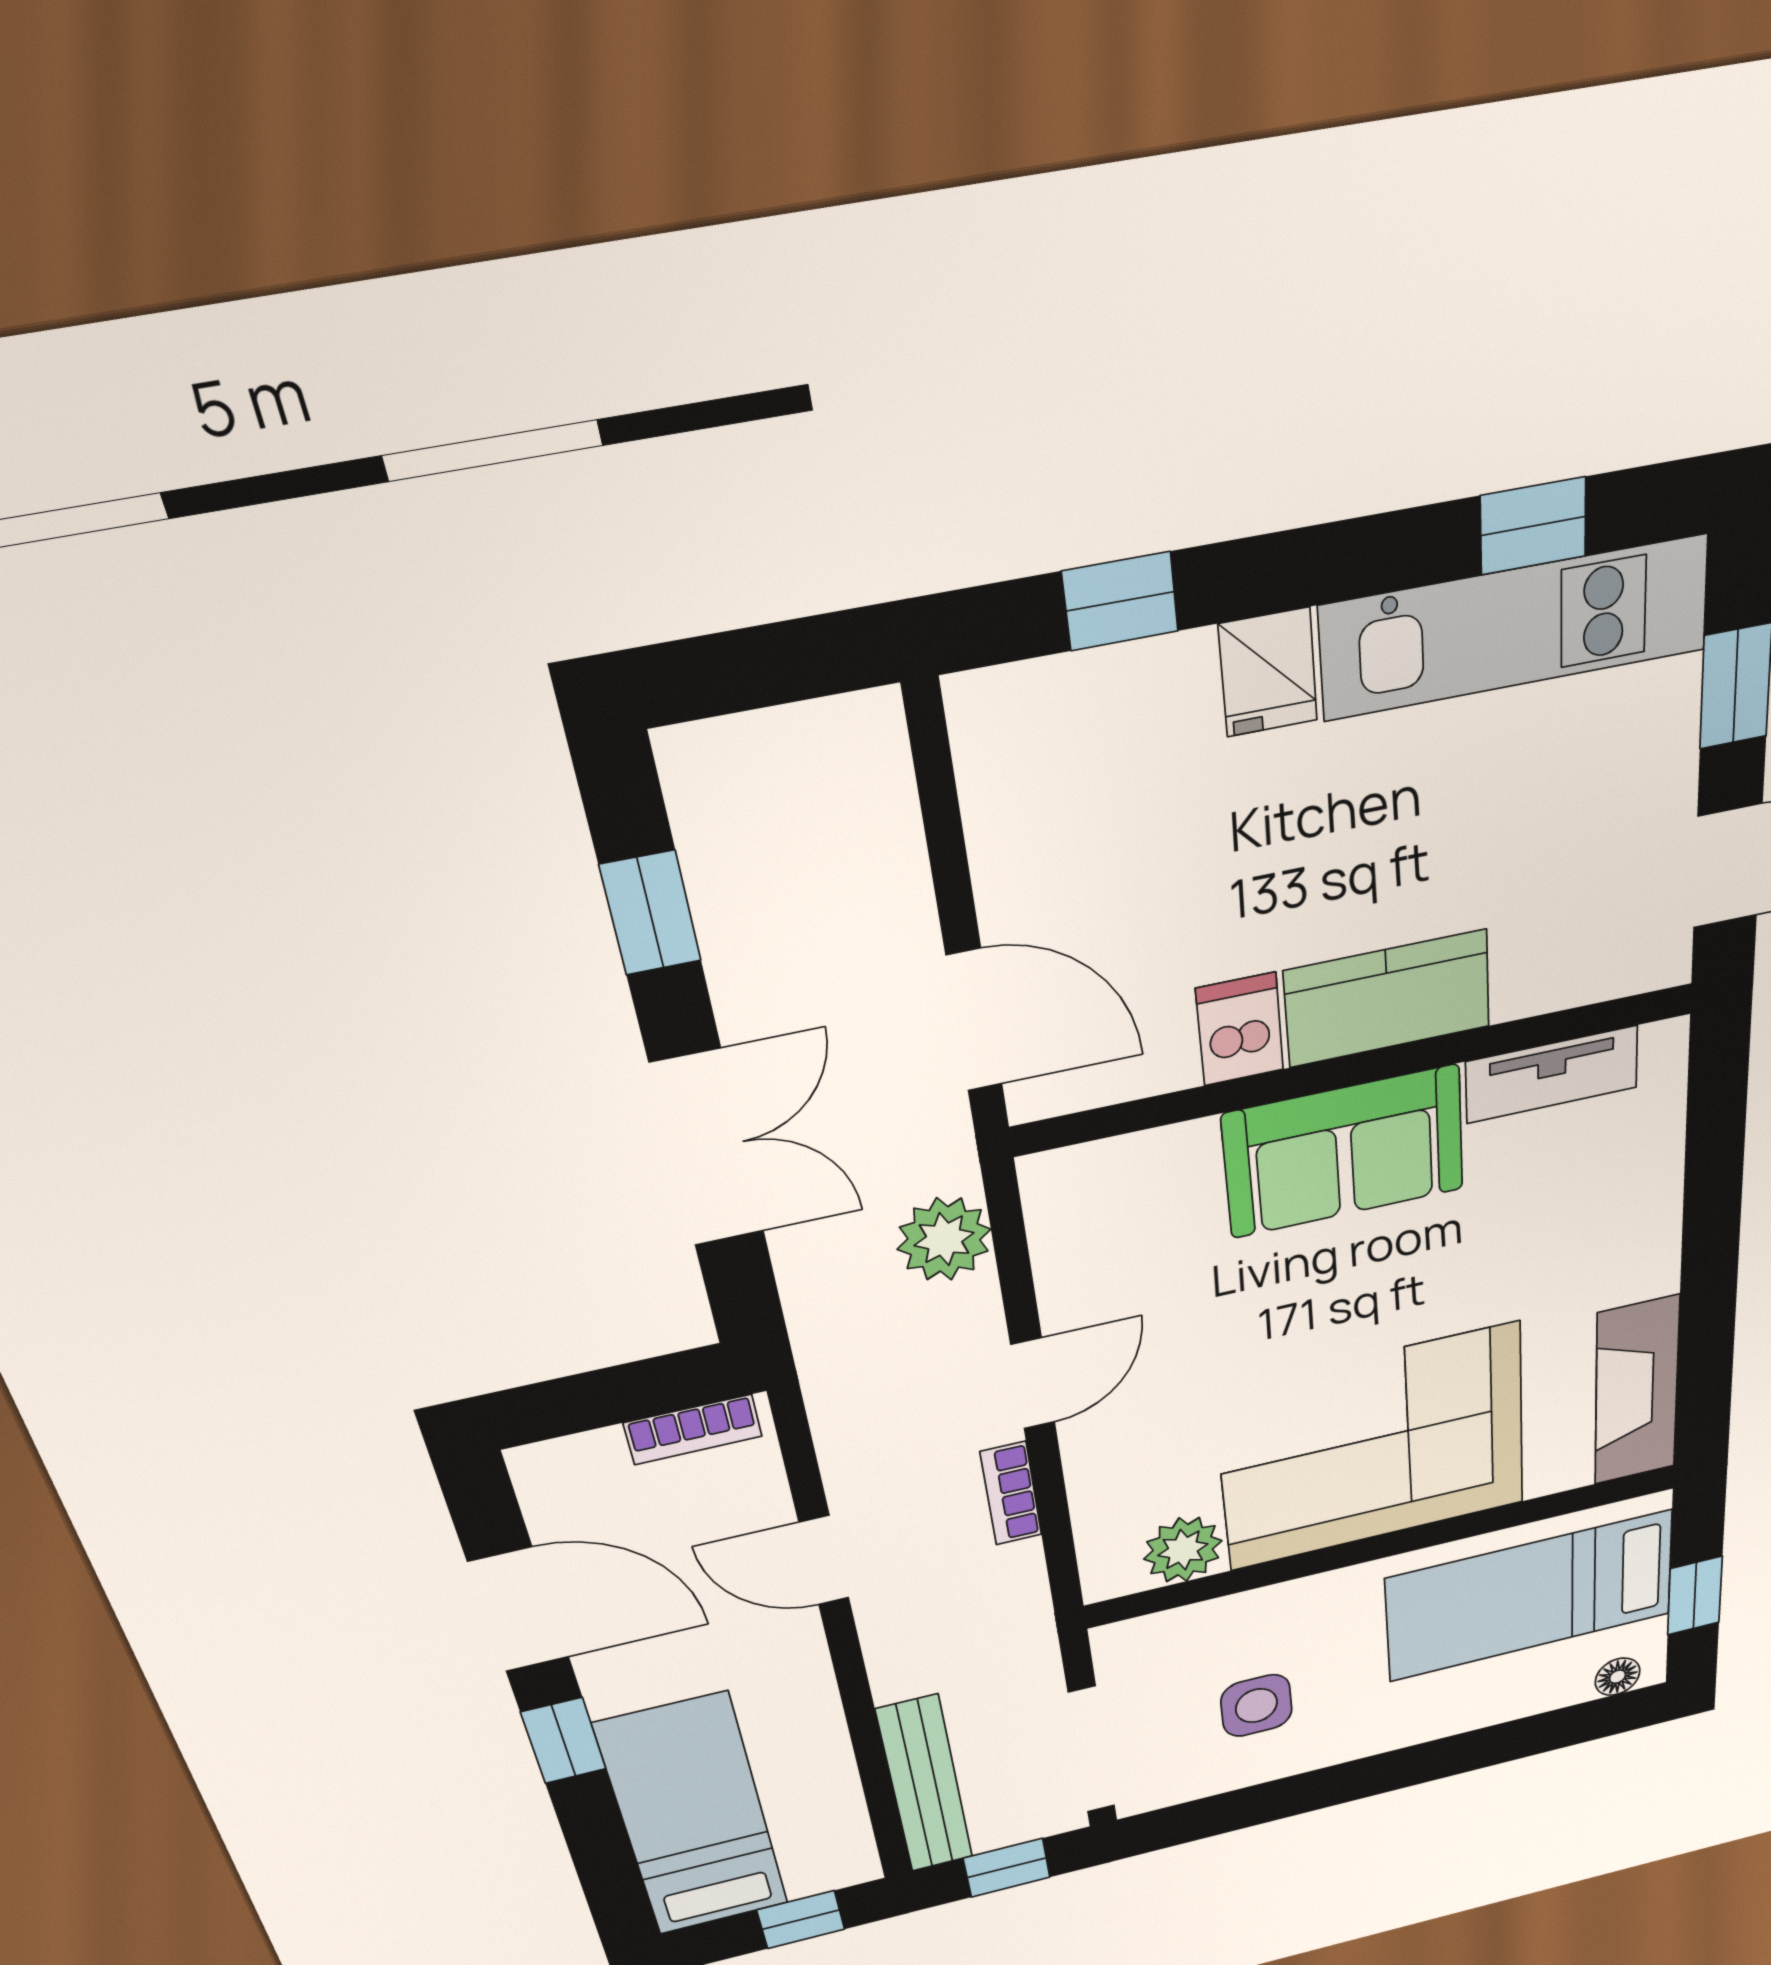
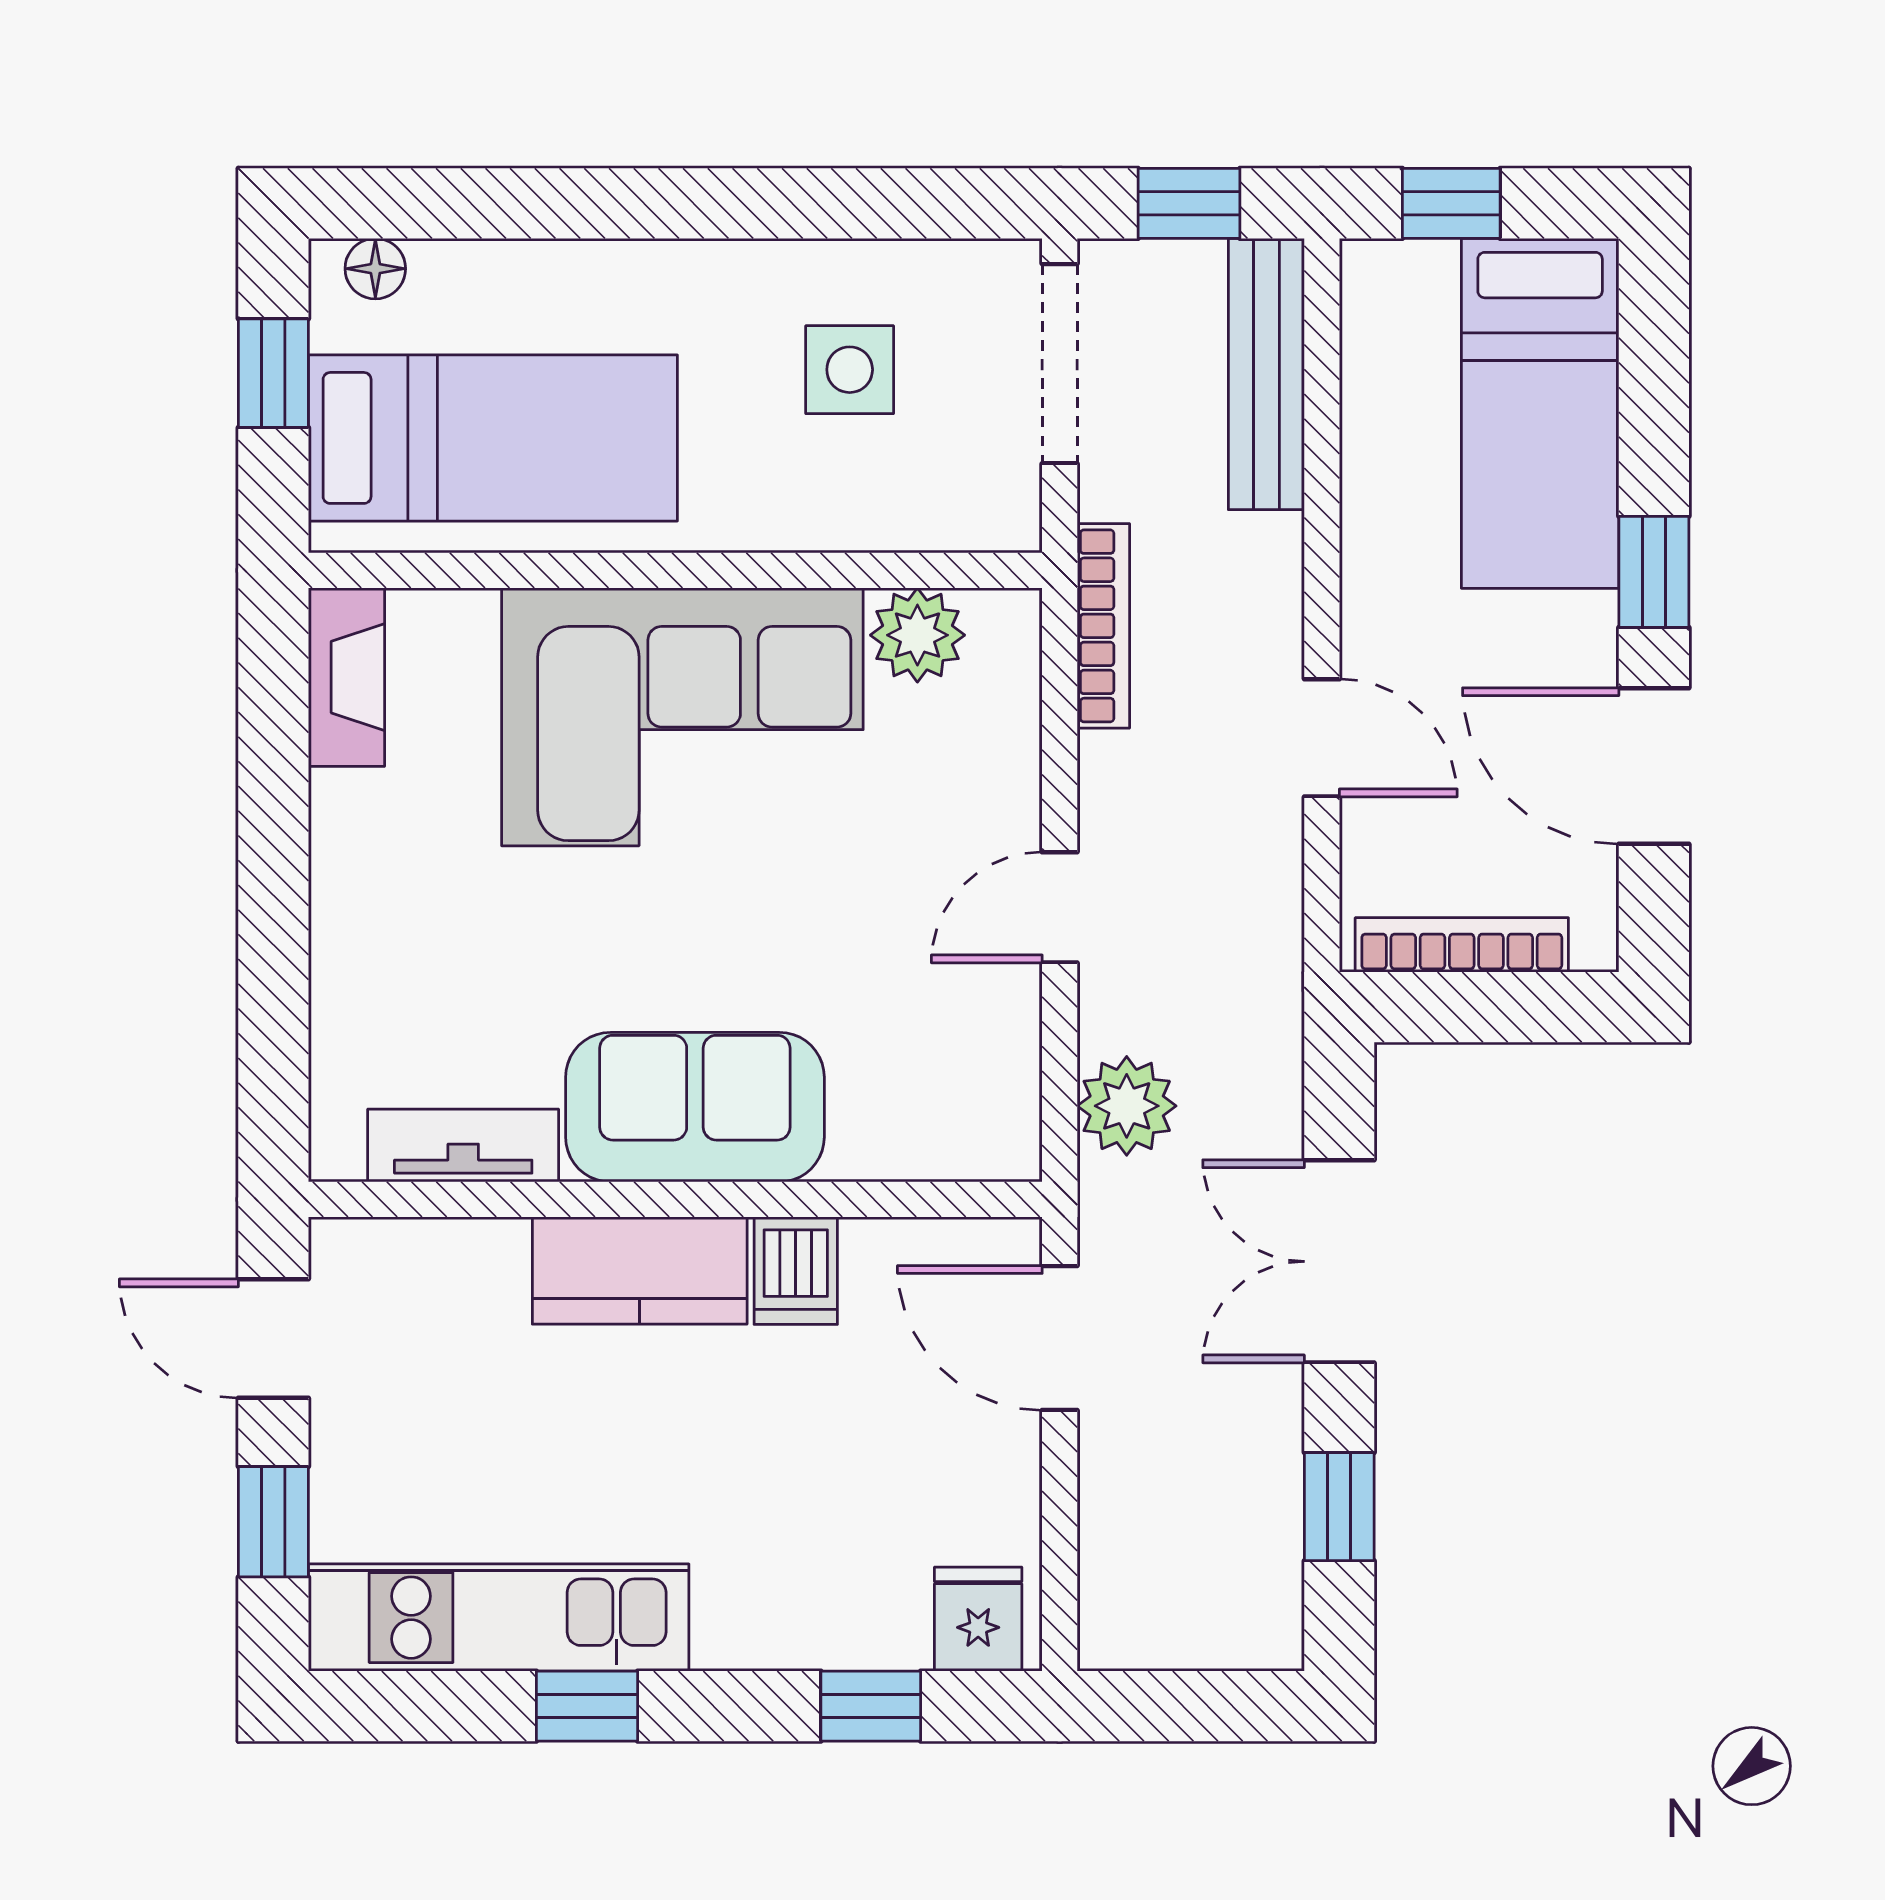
window: (1533, 526) -> (587, 1706), moved
fridge: (1268, 672) -> (978, 1619), moved
fireplace: (1637, 1391) -> (346, 677), width x0.73, depth x0.76
bookcase: (693, 1430) -> (1462, 945), width x1.56
bookcase: (1011, 1493) -> (1103, 626), moved, width x1.56

